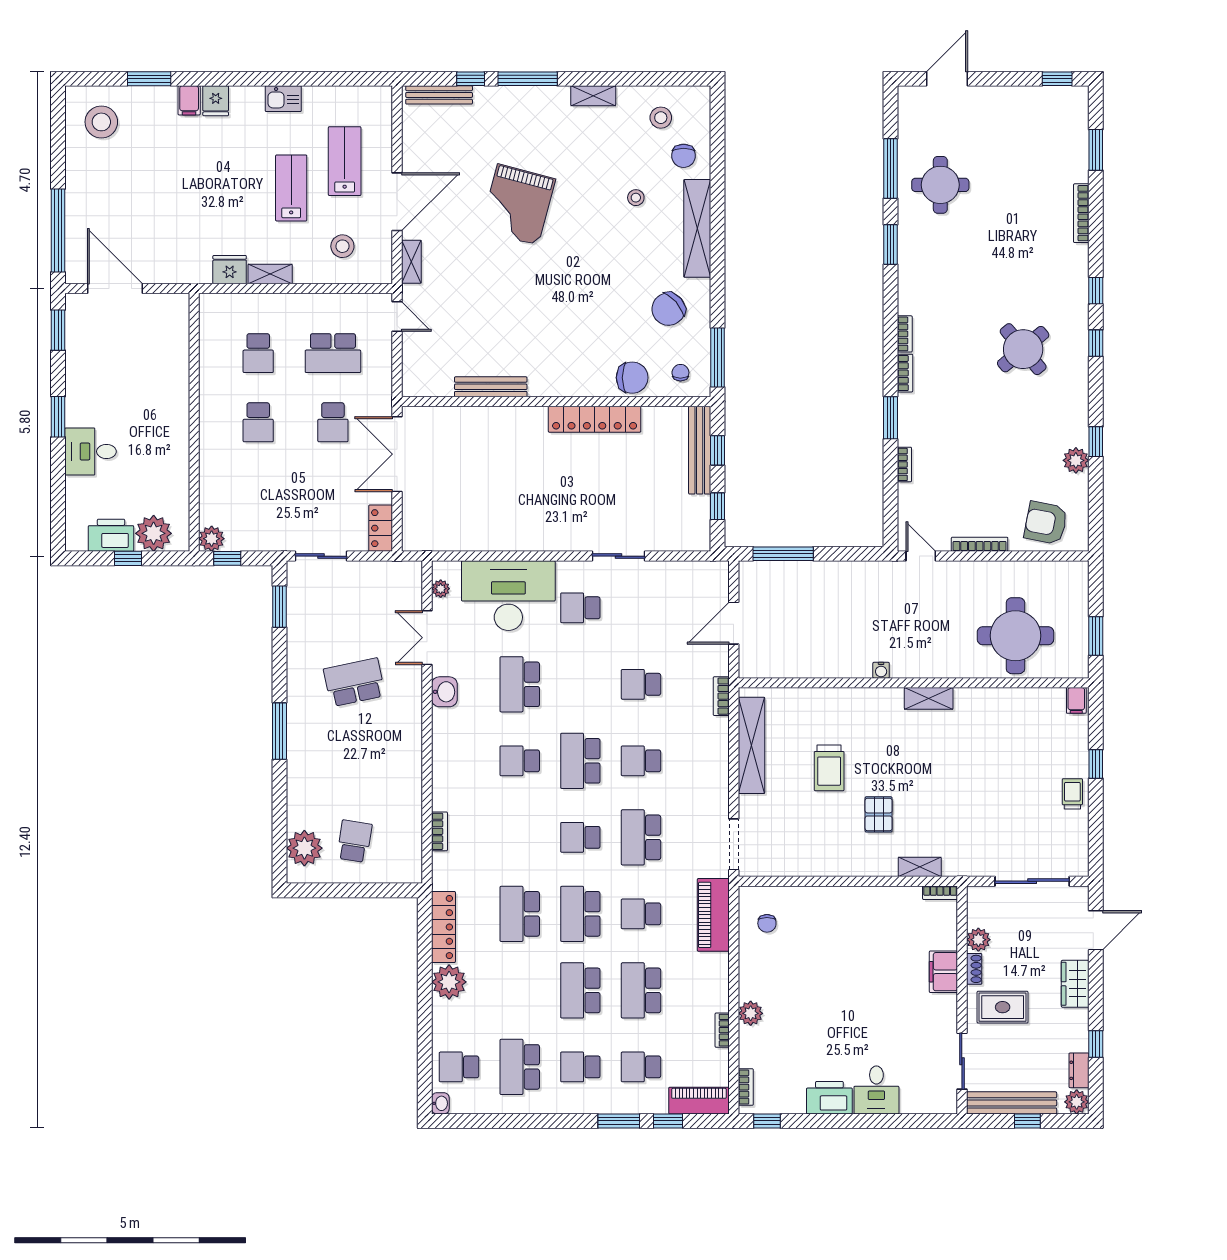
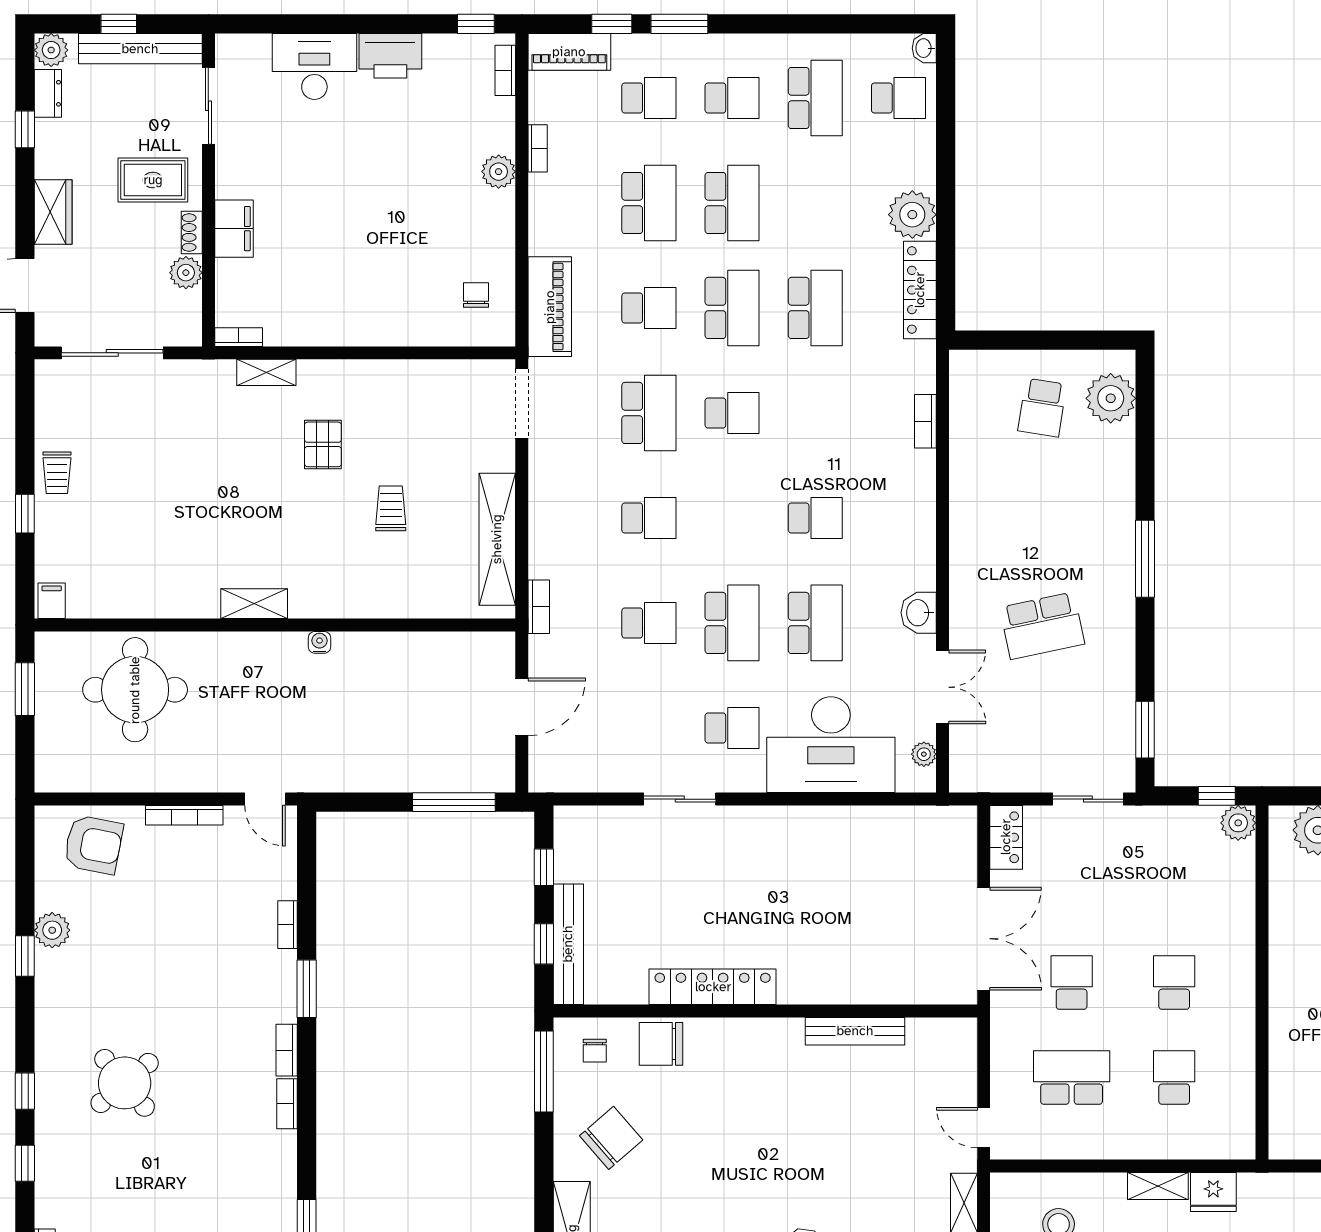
school desk: (580, 761) -> (732, 623), moved
trolley: (829, 768) -> (391, 508), width x0.73, depth x0.72
desk: (876, 1090) -> (314, 66), width x1.37

